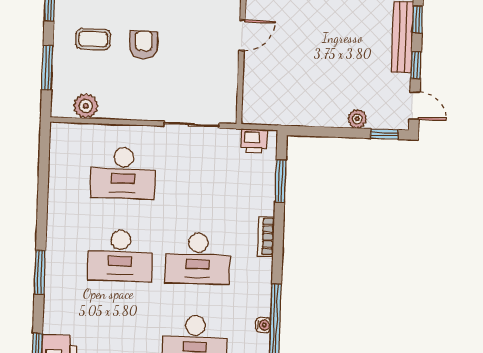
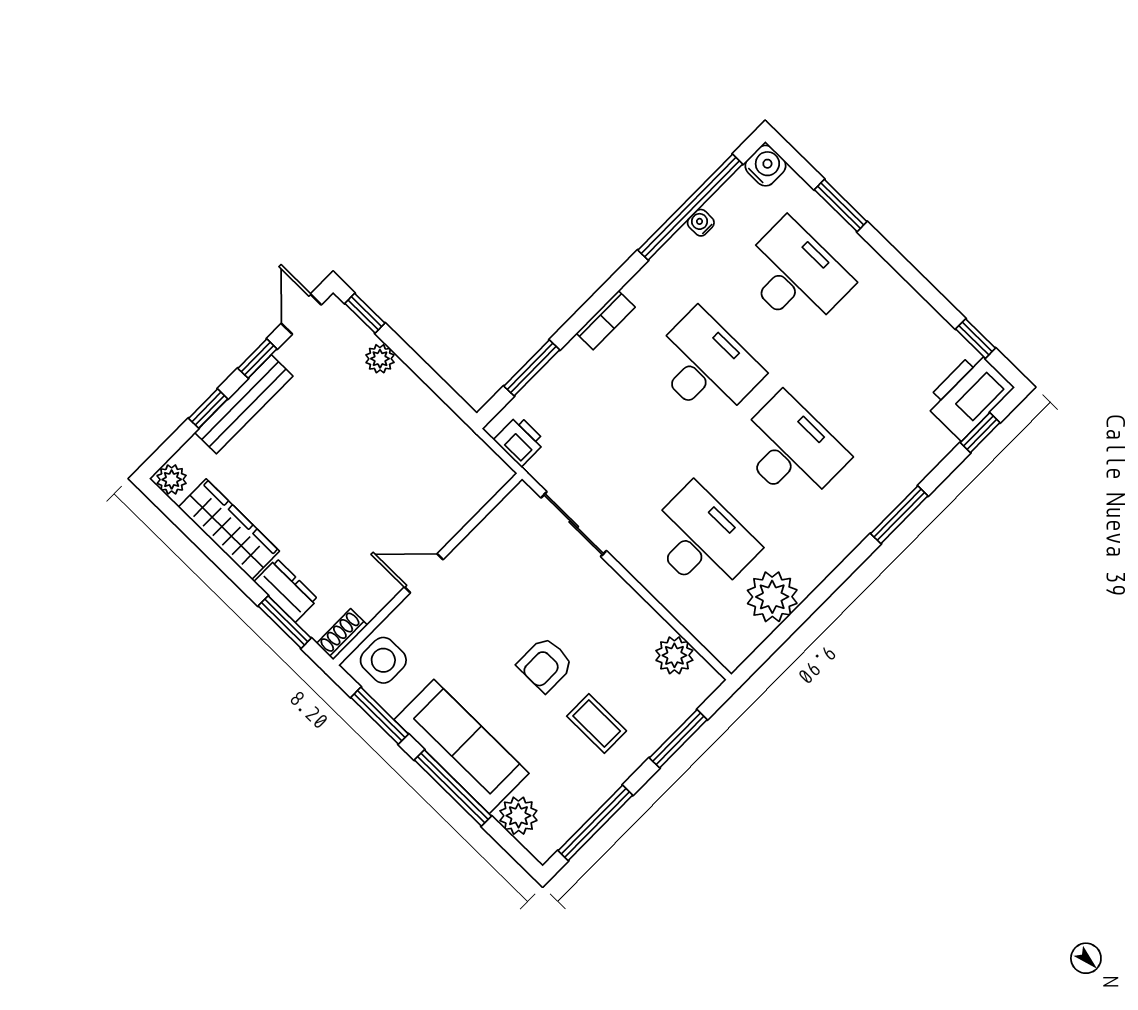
plant: (65, 177) -> (772, 597), added

